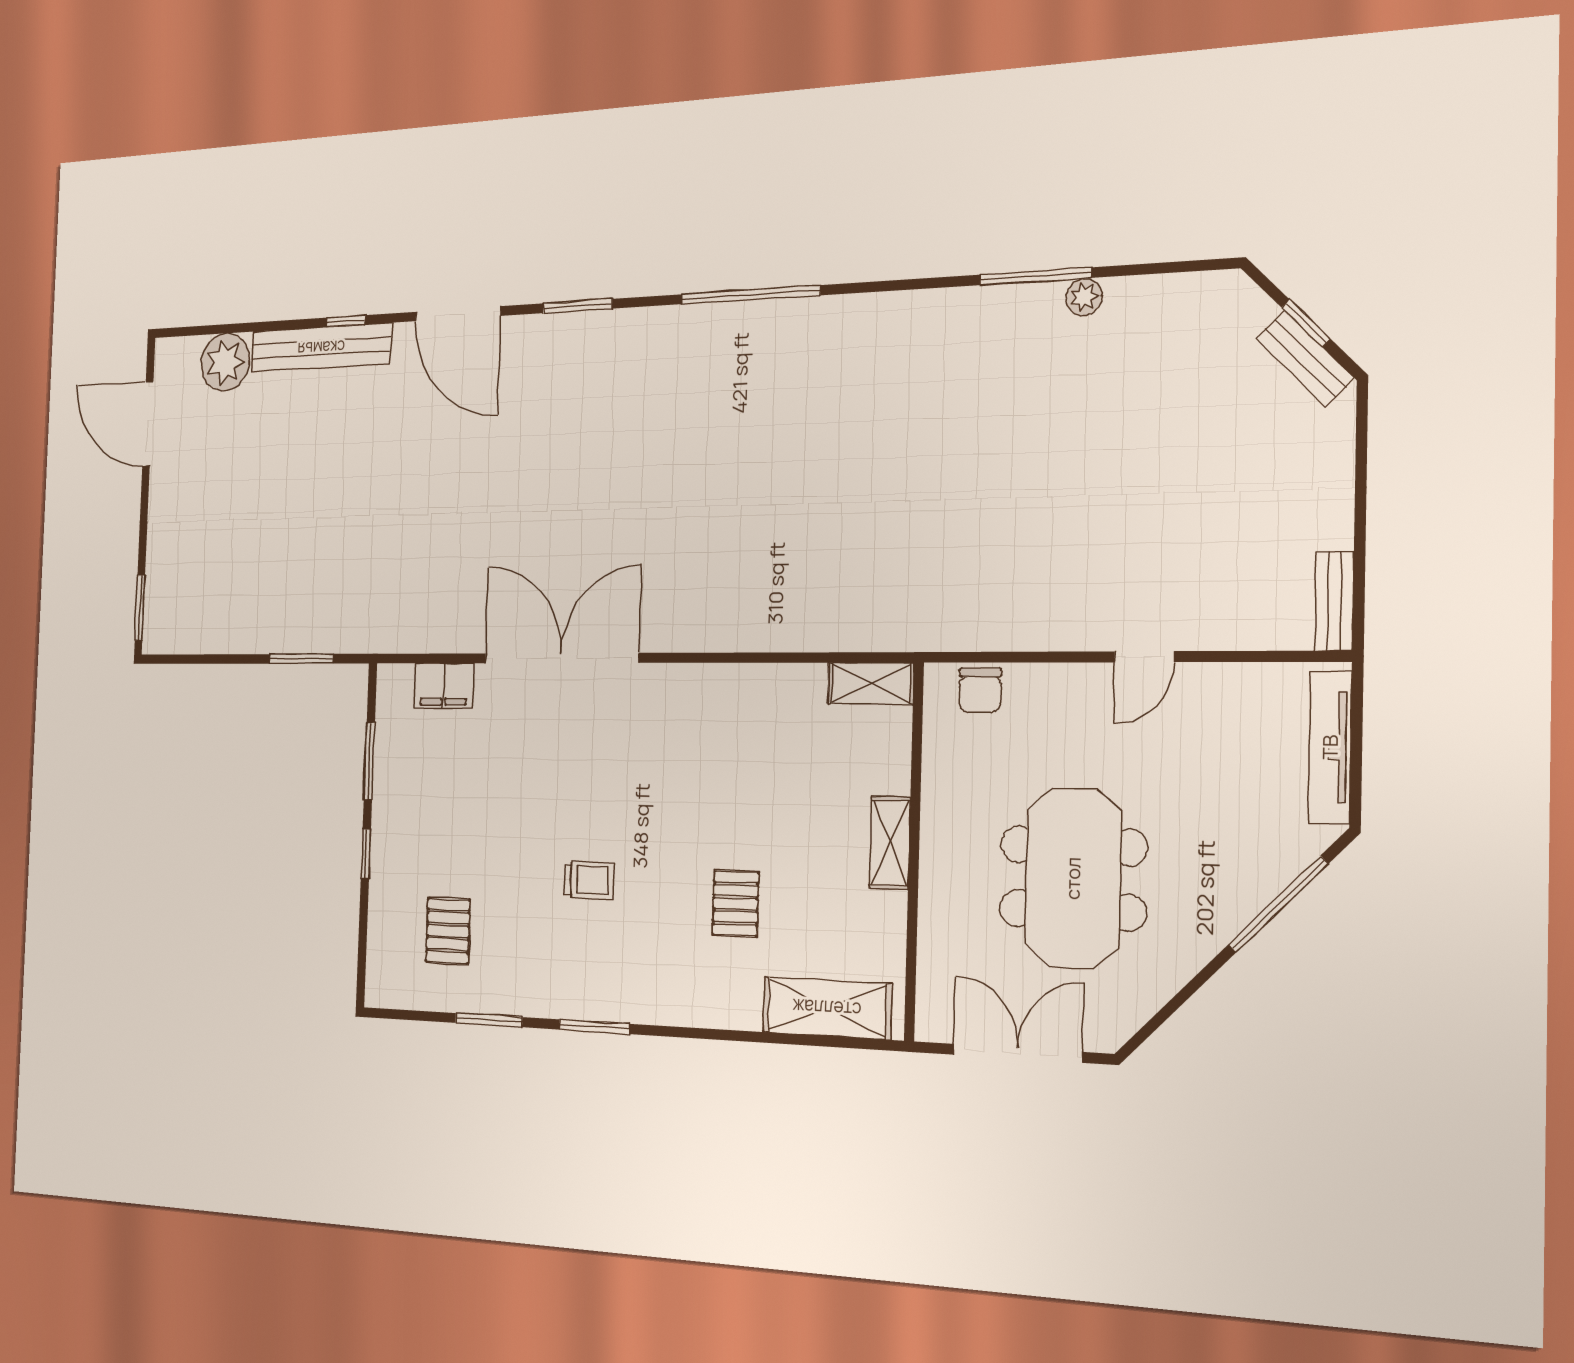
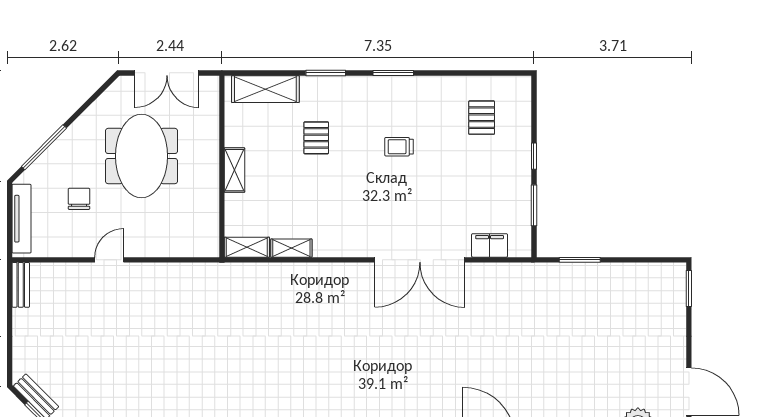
shelving: (788, 681) -> (291, 248), added
chair: (980, 690) -> (79, 199), moved
window: (489, 1020) -> (326, 73), moved

